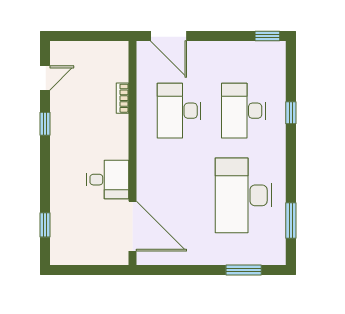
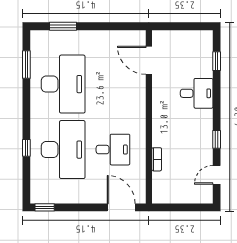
desk: (179, 111) -> (113, 150), width x0.73
desk: (243, 111) -> (63, 150), width x1.36, depth x1.30
desk: (108, 180) -> (197, 93), moved, turned 180
door: (132, 226) -> (149, 60), width x0.73

